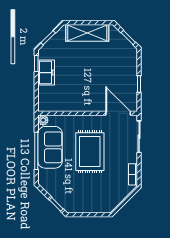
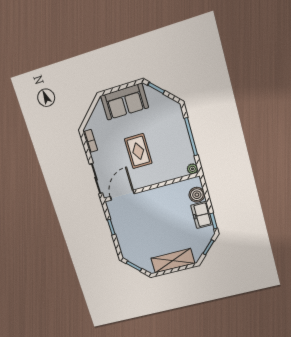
boiler: (46, 94) -> (197, 195), added
door: (118, 113) -> (122, 195), swing flipped
sofa: (50, 147) -> (125, 102), moved, turned -90
rug: (90, 152) -> (138, 151), width x0.73, depth x0.70

